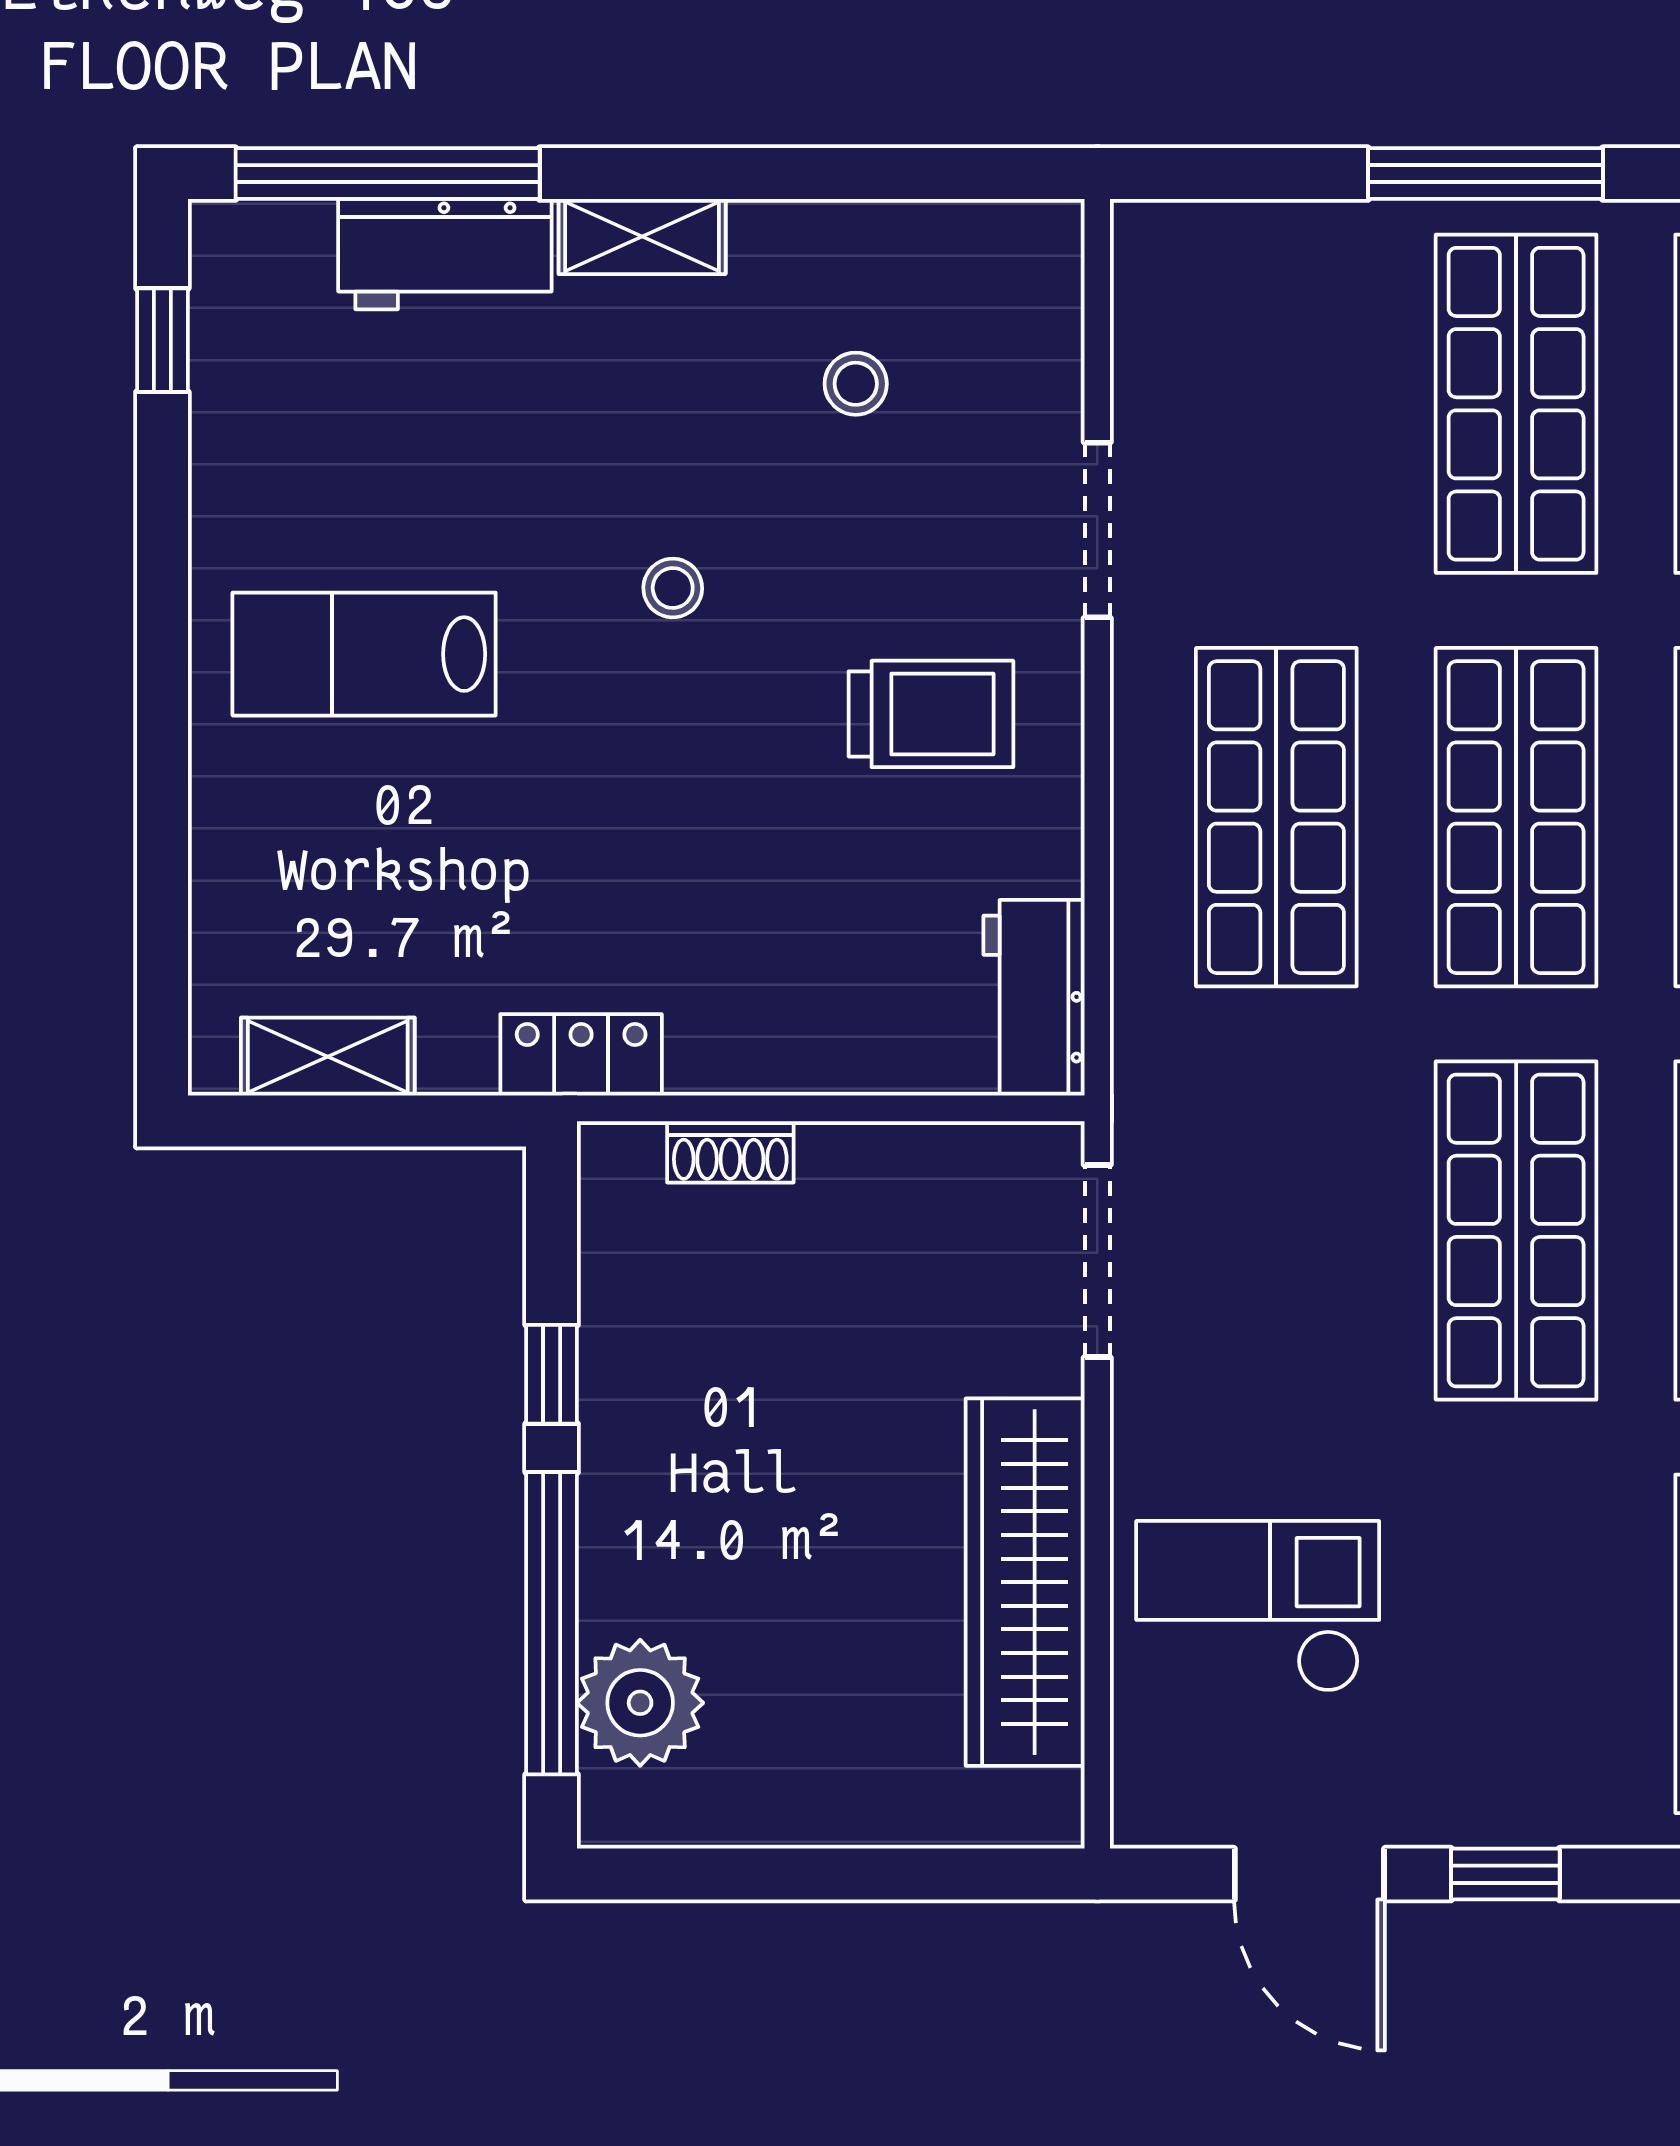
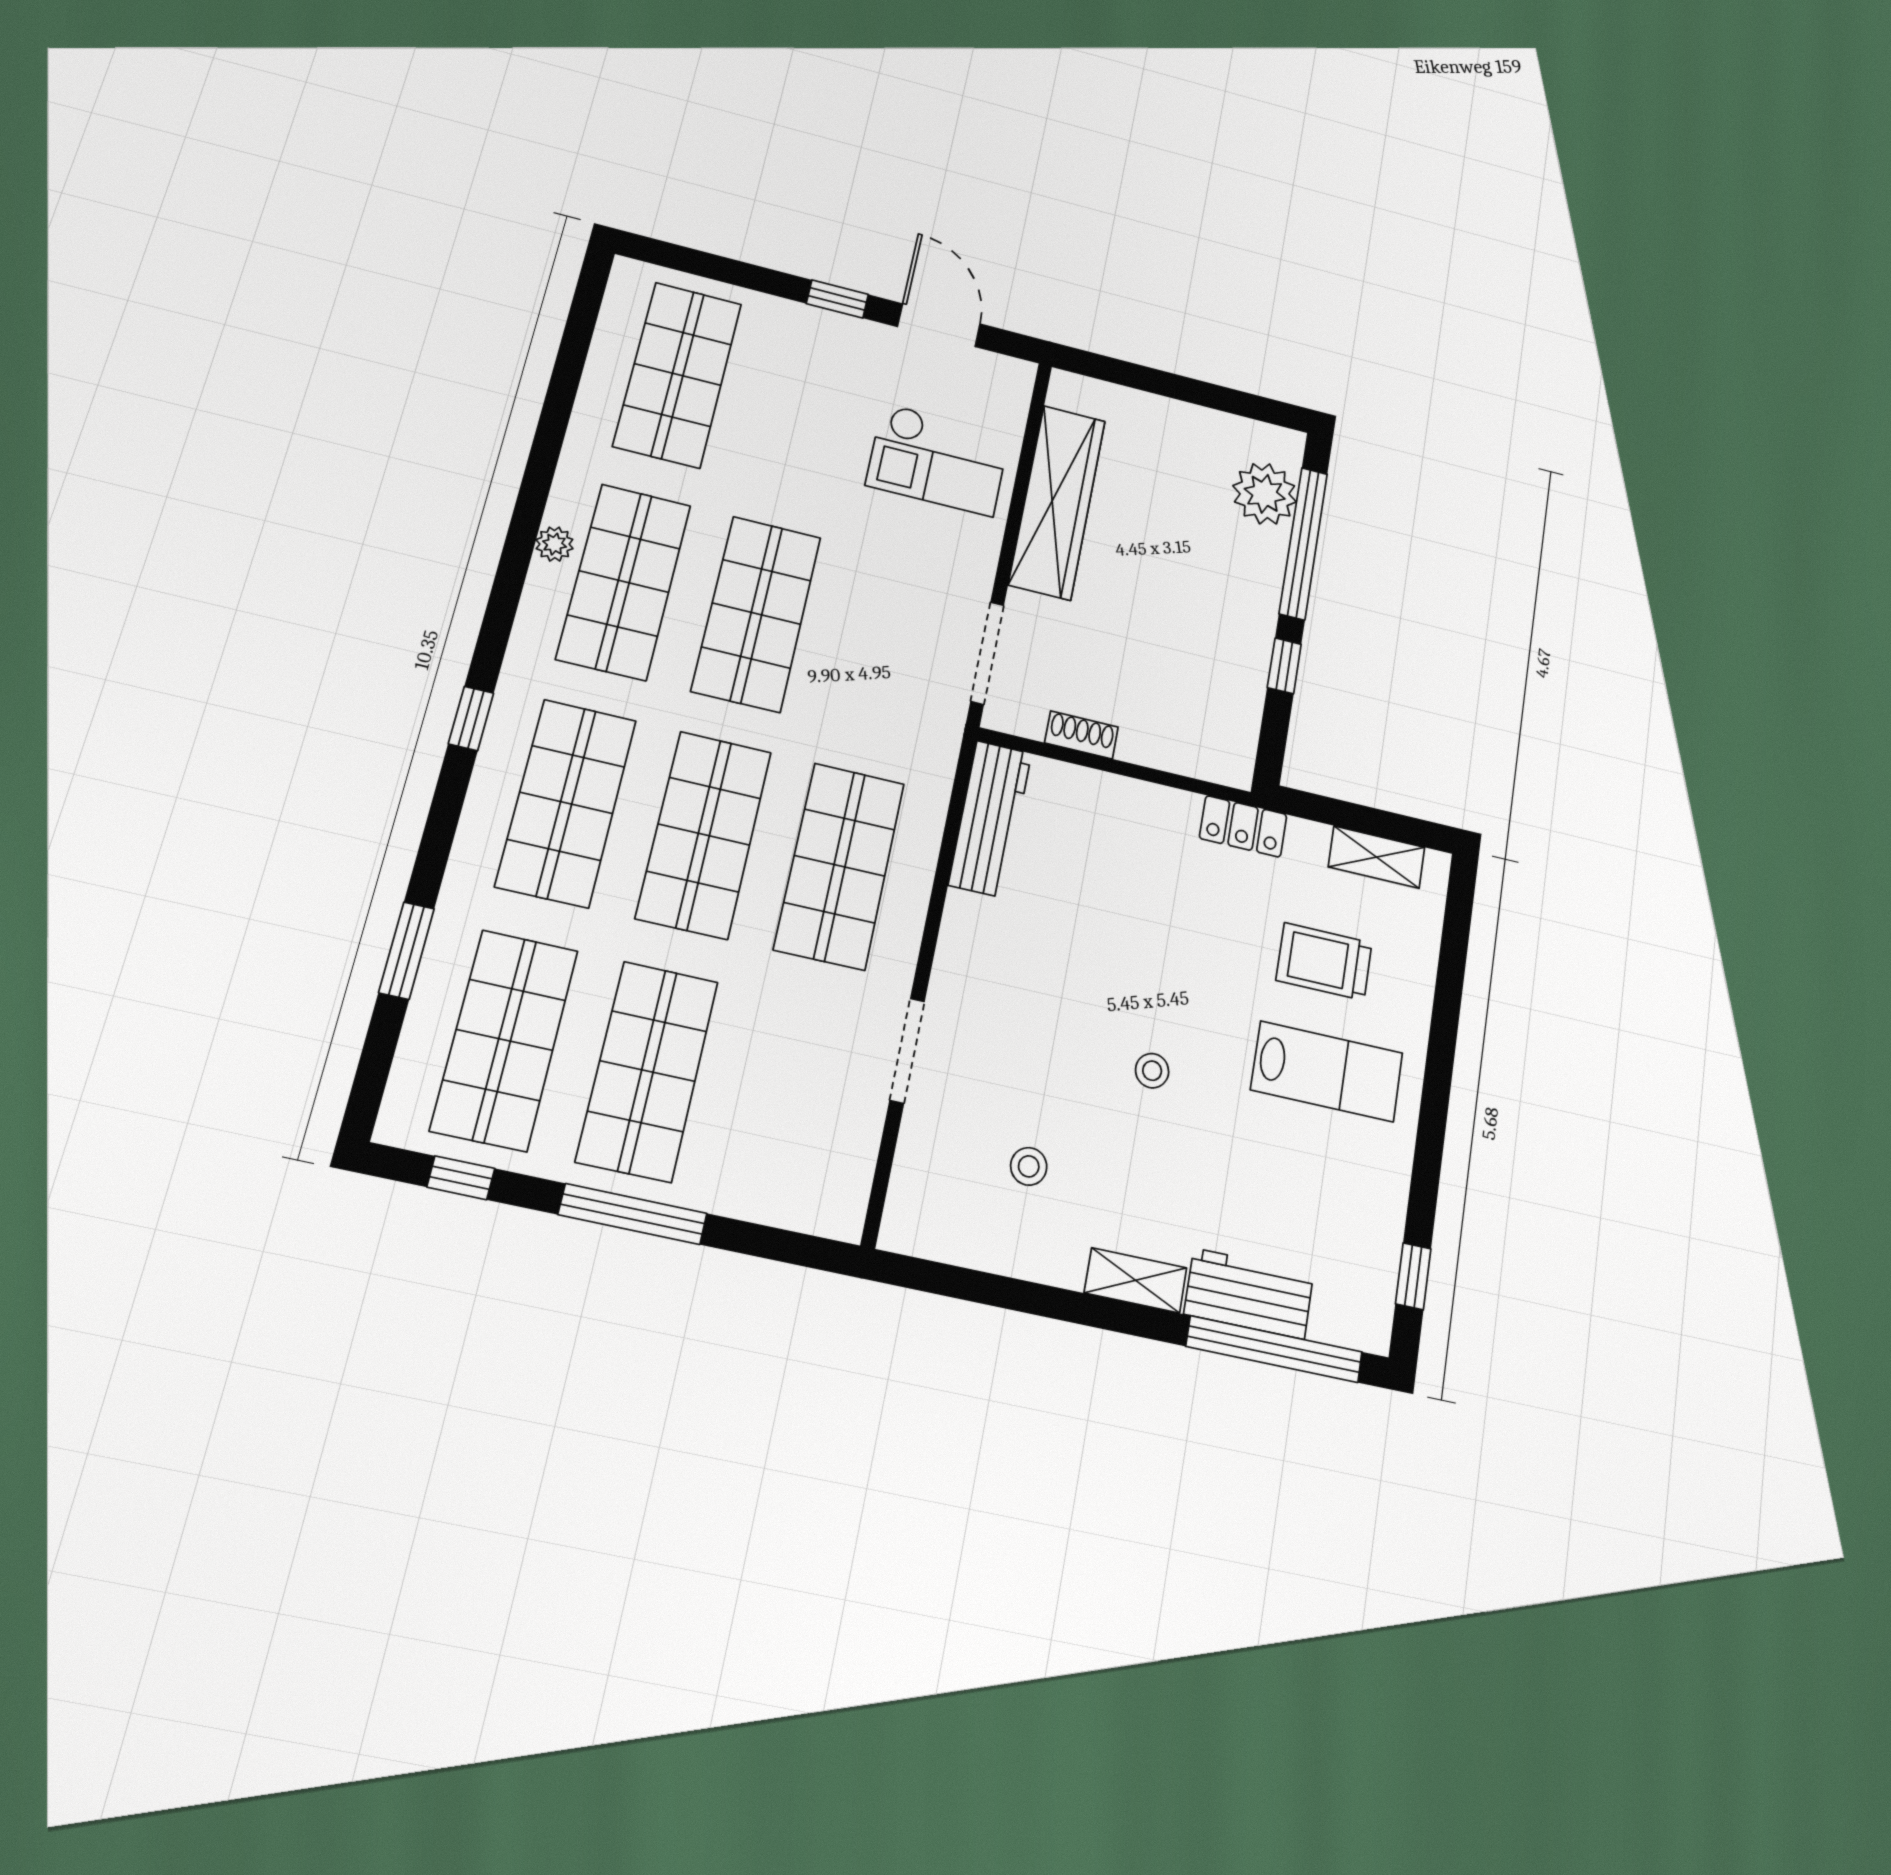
trolley: (931, 714) -> (1324, 962), moved
workbench: (1034, 998) -> (990, 819), width x1.38
shoe rack: (730, 1152) -> (1081, 735), moved

